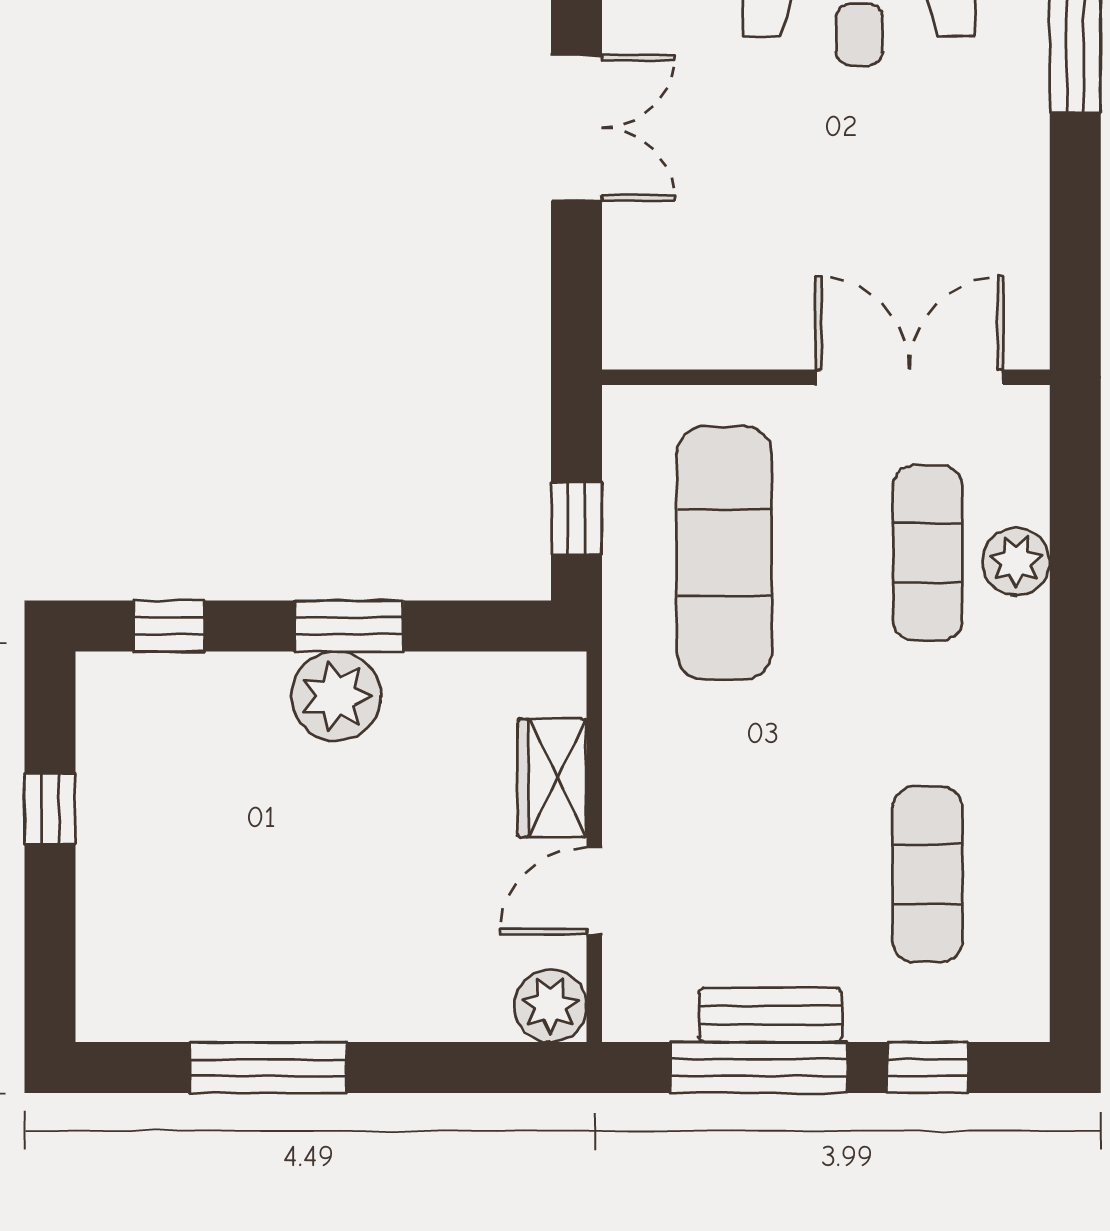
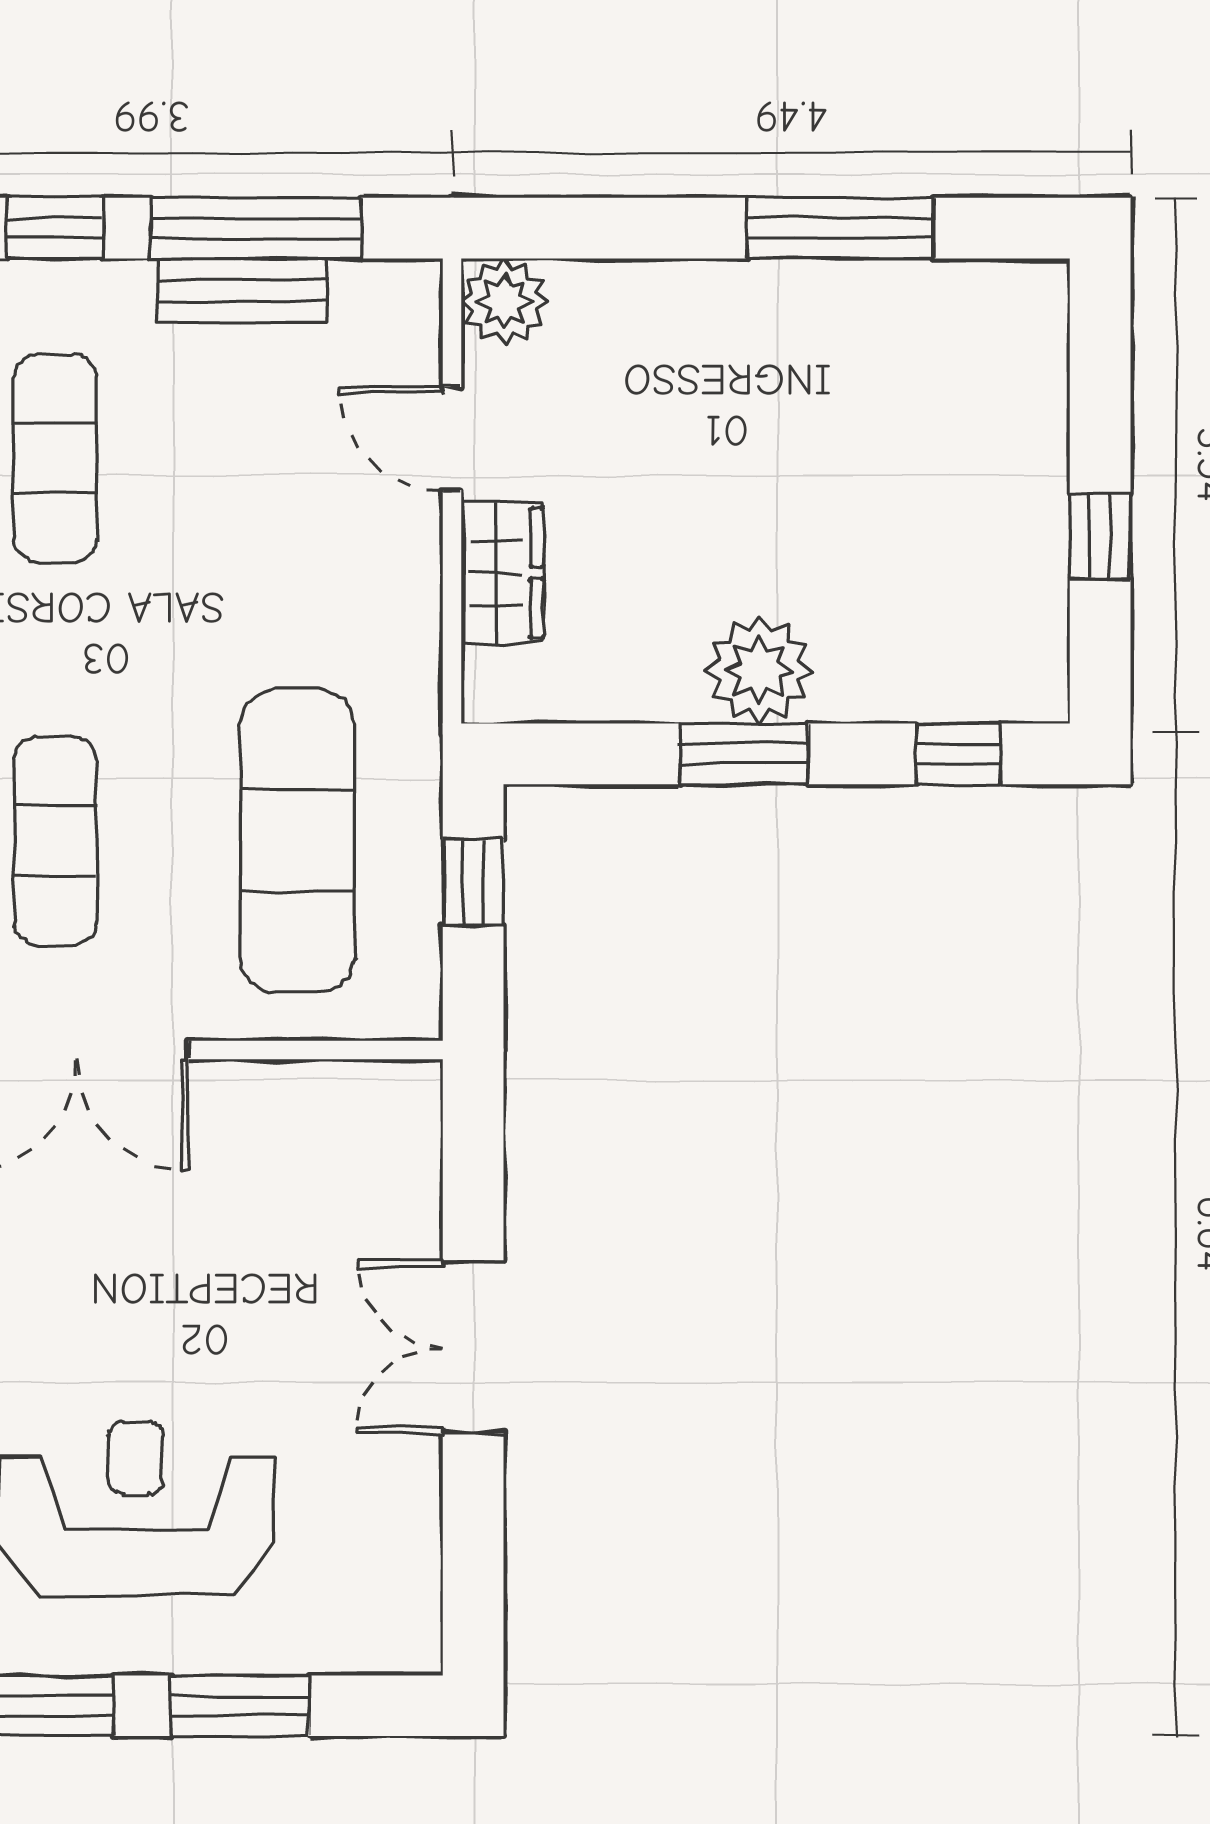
door: (594, 891) -> (452, 438), swing flipped

